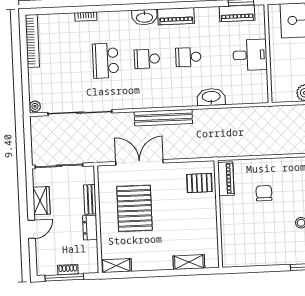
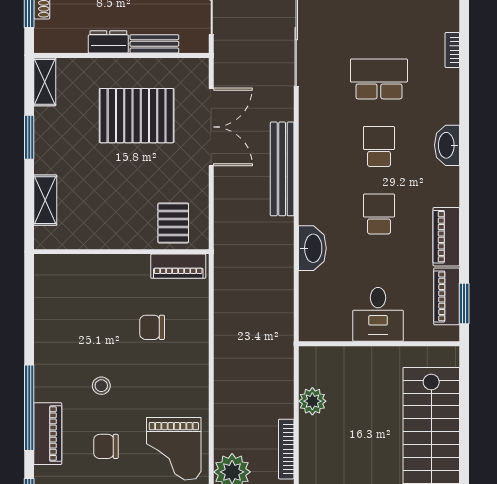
piano: (176, 16) -> (446, 237), moved
chair: (264, 193) -> (152, 327), turned 180
window: (151, 274) -> (29, 137), added

